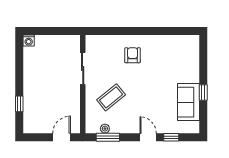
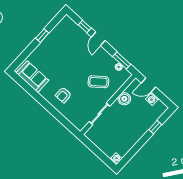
sofa: (188, 102) -> (32, 77), moved, turned -90
boiler: (72, 104) -> (124, 99), added
washing machine: (46, 127) -> (152, 99), added

